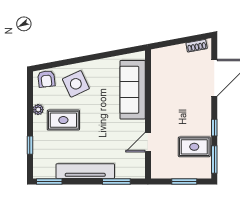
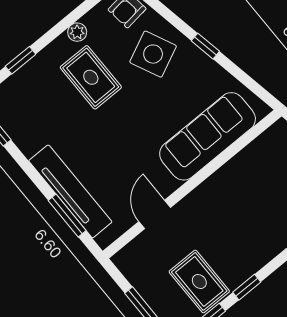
window: (91, 58) -> (205, 46), added
door: (148, 142) -> (155, 214), hinge flipped
tv unit: (85, 171) -> (70, 191), moved

